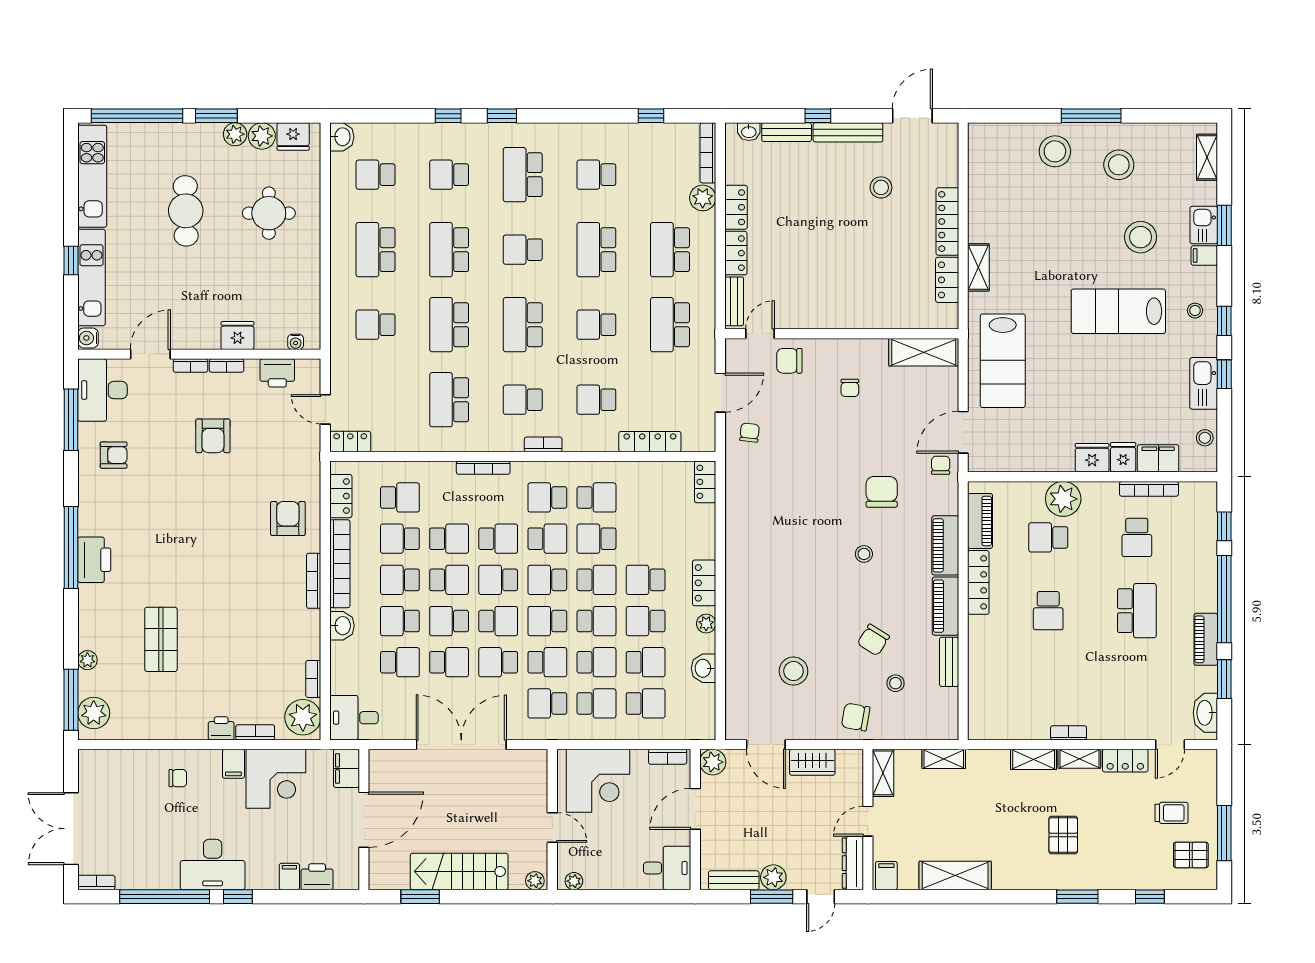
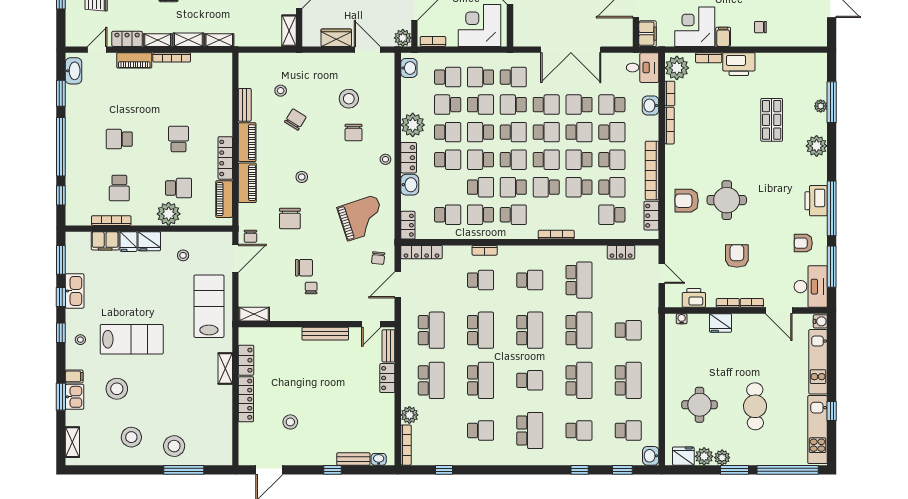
window: (502, 116) -> (622, 470), moved
window: (1091, 116) -> (184, 470), moved
bench: (848, 132) -> (325, 334), moved
locker: (736, 207) -> (387, 409), removed
window: (71, 260) -> (832, 411), moved
school desk: (596, 325) -> (481, 330), width x1.85
shelving: (924, 352) -> (254, 314), width x0.67, depth x0.75
door: (150, 354) -> (779, 311), hinge flipped
chair: (789, 361) -> (304, 268), moved
window: (1224, 430) -> (61, 260), added
stool: (1205, 438) -> (183, 255), moved
locker: (350, 441) -> (621, 252), moved
locker: (650, 442) -> (421, 252), moved
bookcase: (543, 444) -> (485, 250), moved
grand piano: (774, 493) -> (362, 218), added
school desk: (646, 497) -> (448, 215), added
armchair: (288, 518) -> (687, 201), turned 90
round table: (228, 519) -> (727, 200), added
school desk: (1137, 537) -> (119, 188), turned 180
washbasin: (702, 542) -> (410, 185), added
window: (71, 547) -> (832, 208), moved
printer: (94, 560) -> (816, 201), moved
stool: (739, 580) -> (385, 159), added
bookcase: (314, 581) -> (670, 126), moved
school desk: (1137, 611) -> (119, 139), width x0.54
school desk: (498, 621) -> (546, 132), turned 180
plant: (706, 624) -> (413, 125), width x1.87, depth x1.87
washbasin: (342, 626) -> (651, 105), moved
piano: (1206, 639) -> (134, 60), moved, turned 90
school desk: (596, 662) -> (480, 105), turned 180
washbasin: (704, 668) -> (409, 68), moved
window: (71, 700) -> (832, 102), moved
school desk: (646, 703) -> (448, 77), turned 180
plant: (94, 713) -> (817, 146), moved
chair: (856, 717) -> (354, 133), moved, turned 80
printer: (221, 728) -> (739, 64), width x1.87, depth x1.48
bookcase: (1069, 733) -> (172, 57), width x1.56
shelving: (944, 759) -> (219, 40), moved

